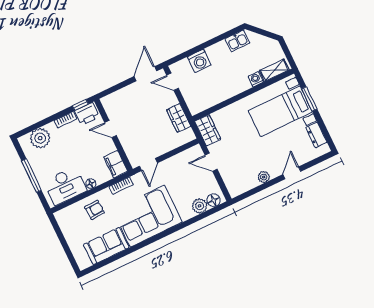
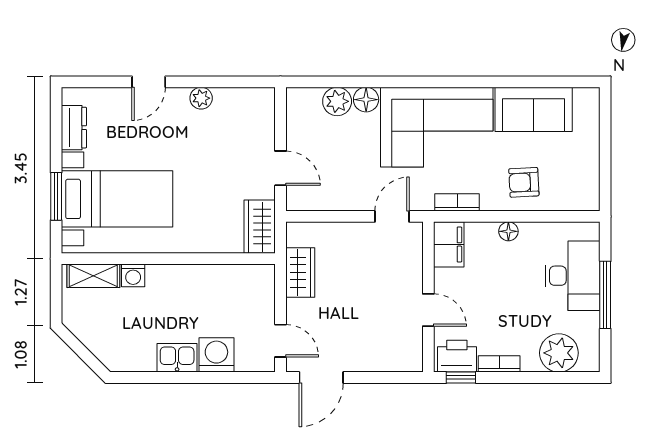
kitchen sink: (237, 41) -> (177, 358), moved
desk: (65, 186) -> (573, 276), moved, turned 90
floor lamp: (213, 200) -> (366, 100), moved

